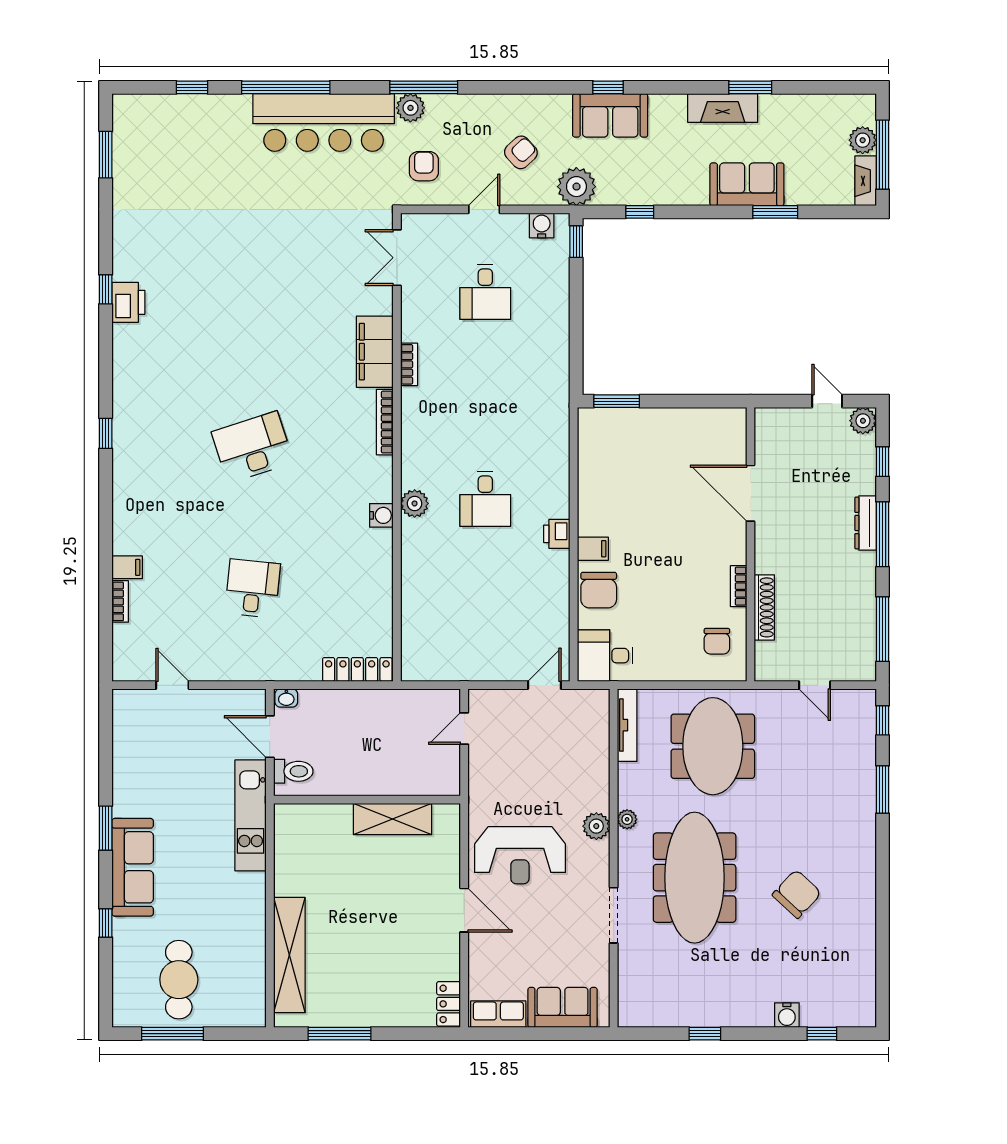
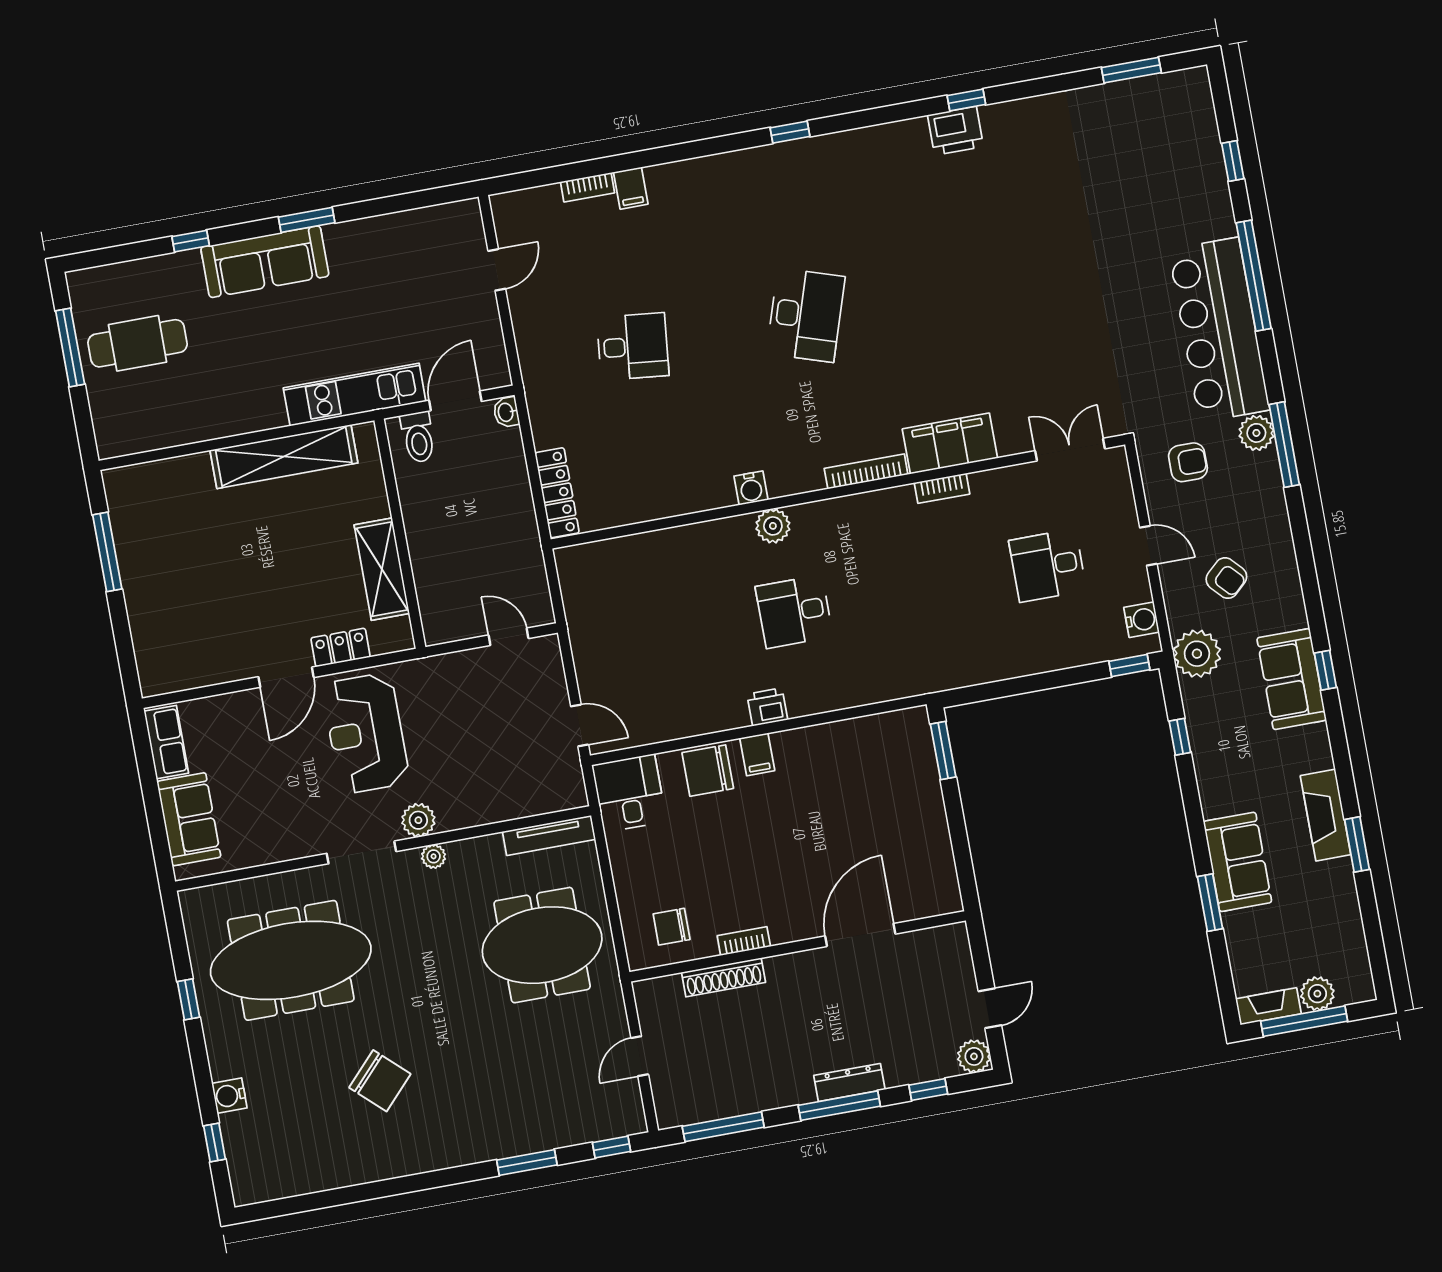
desk: (253, 447) -> (806, 315), turned 36
meeting table: (695, 878) -> (291, 960), moved
doorway: (614, 915) -> (361, 852), moved
shelving: (289, 955) -> (284, 457), moved
locker: (449, 1004) -> (341, 648), moved

